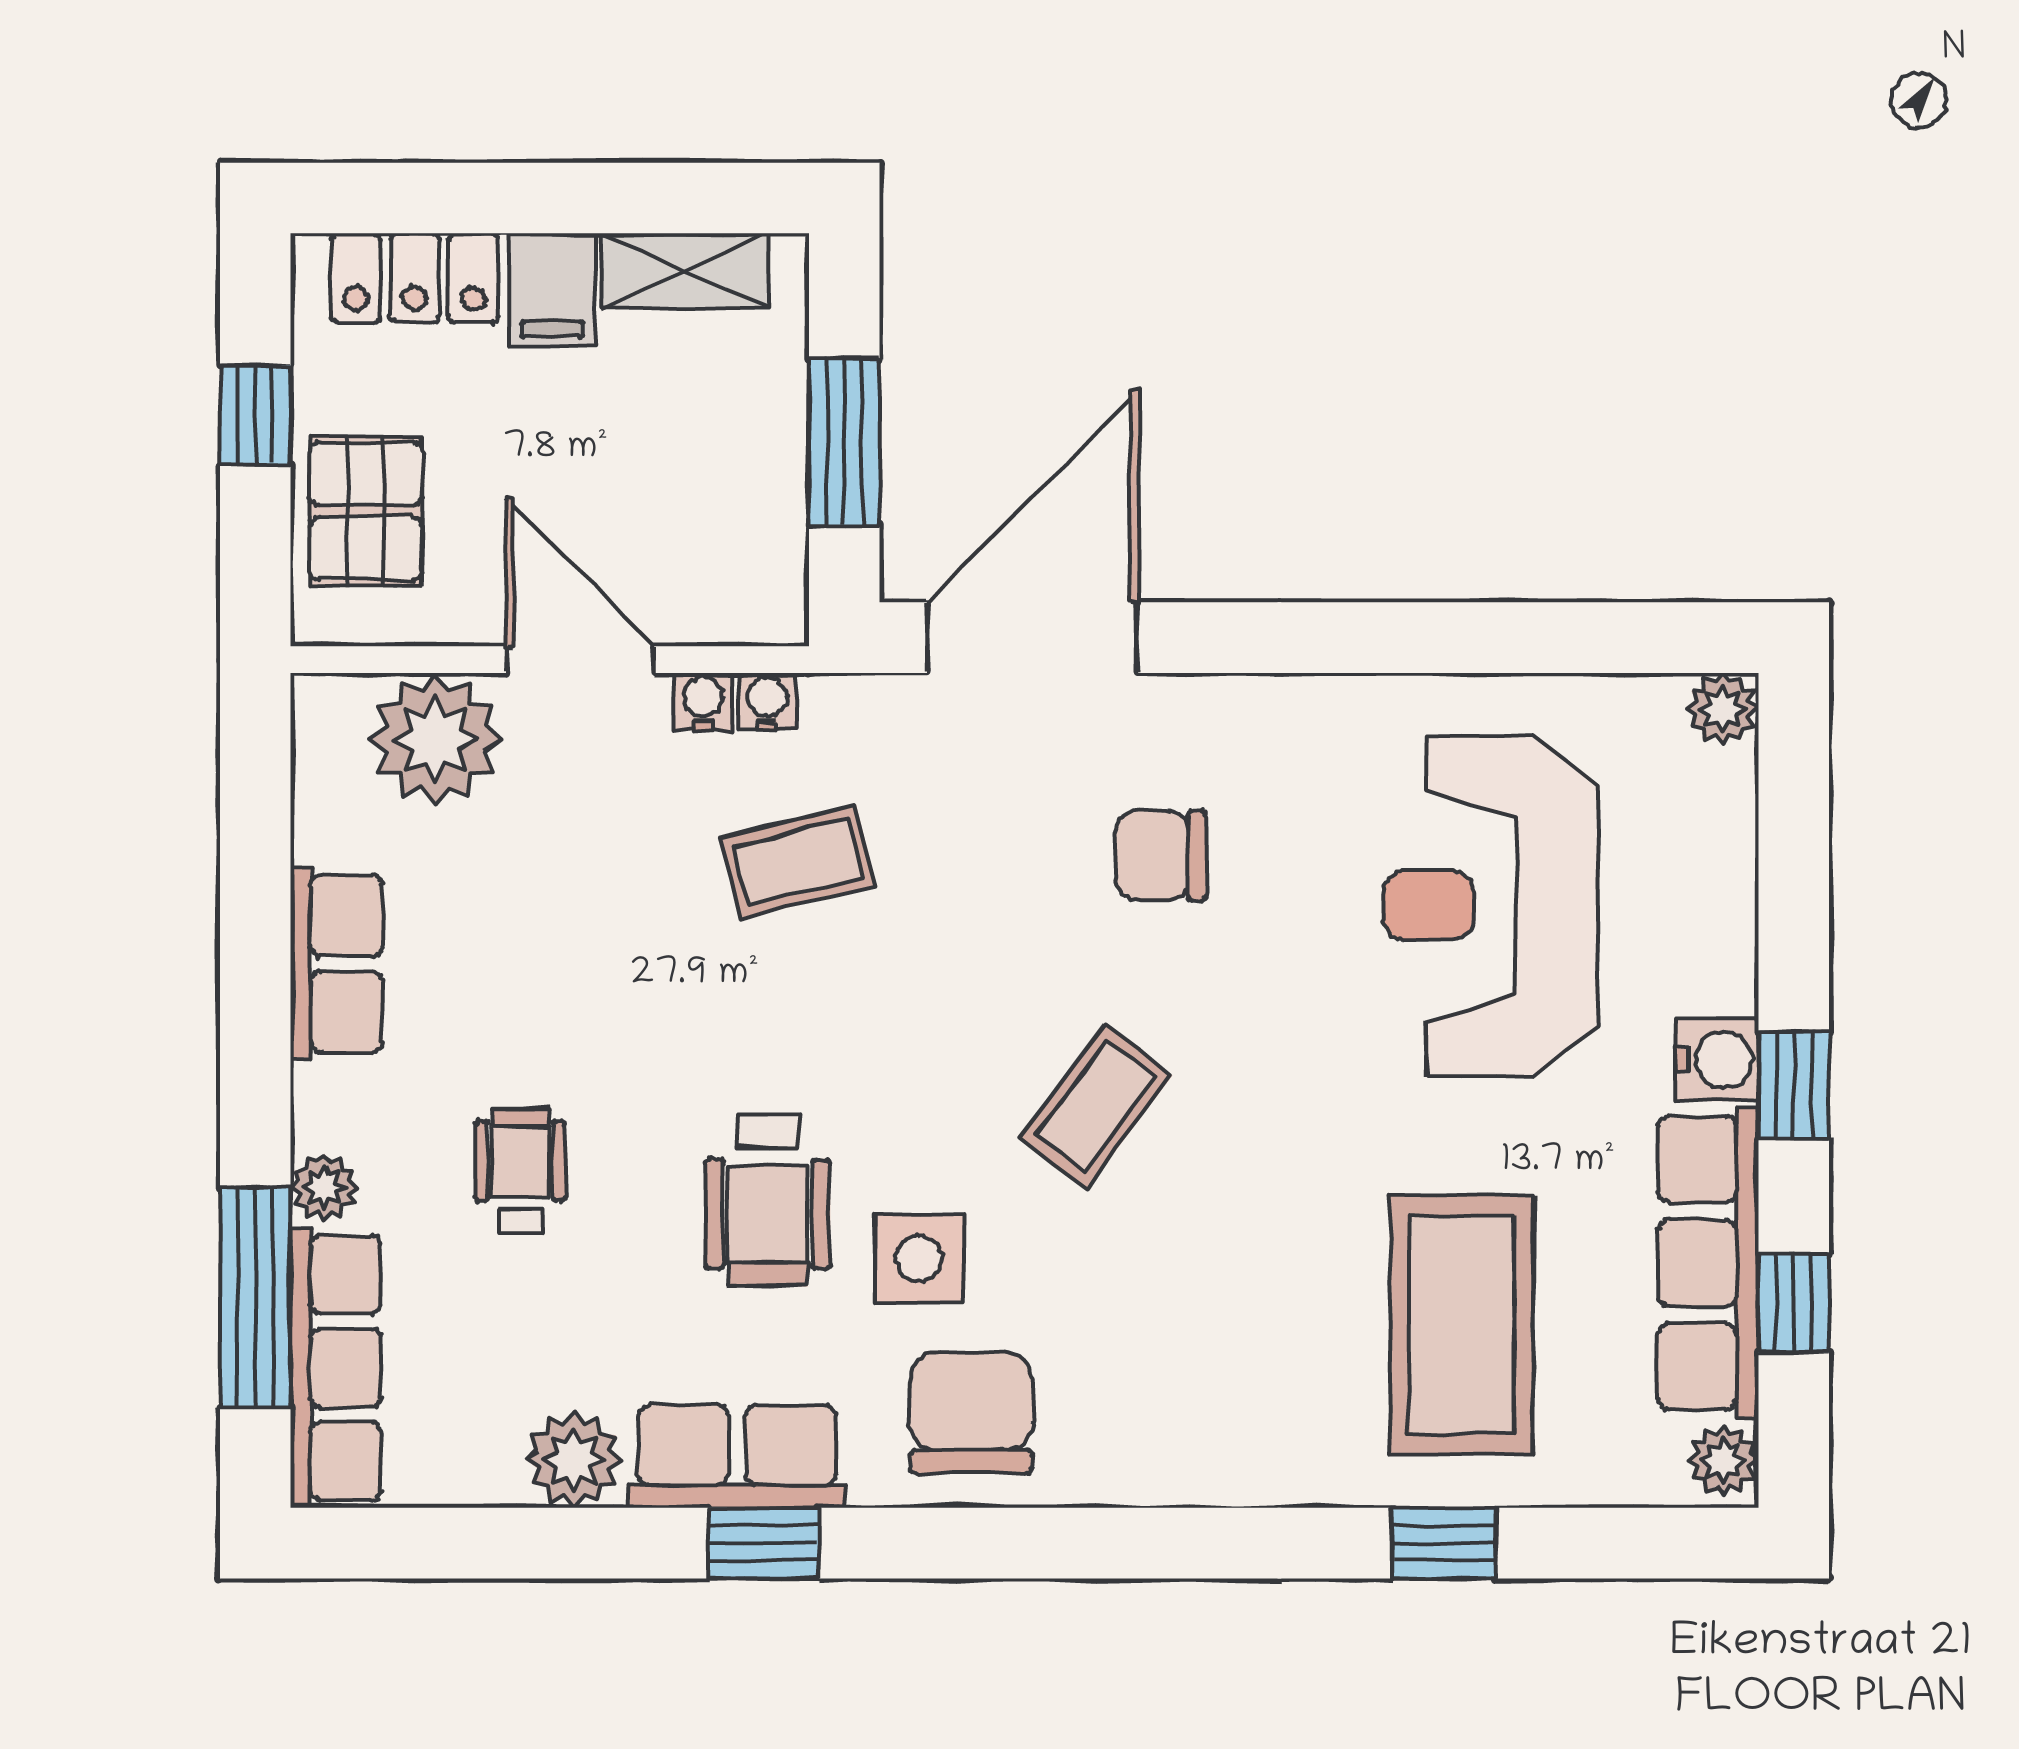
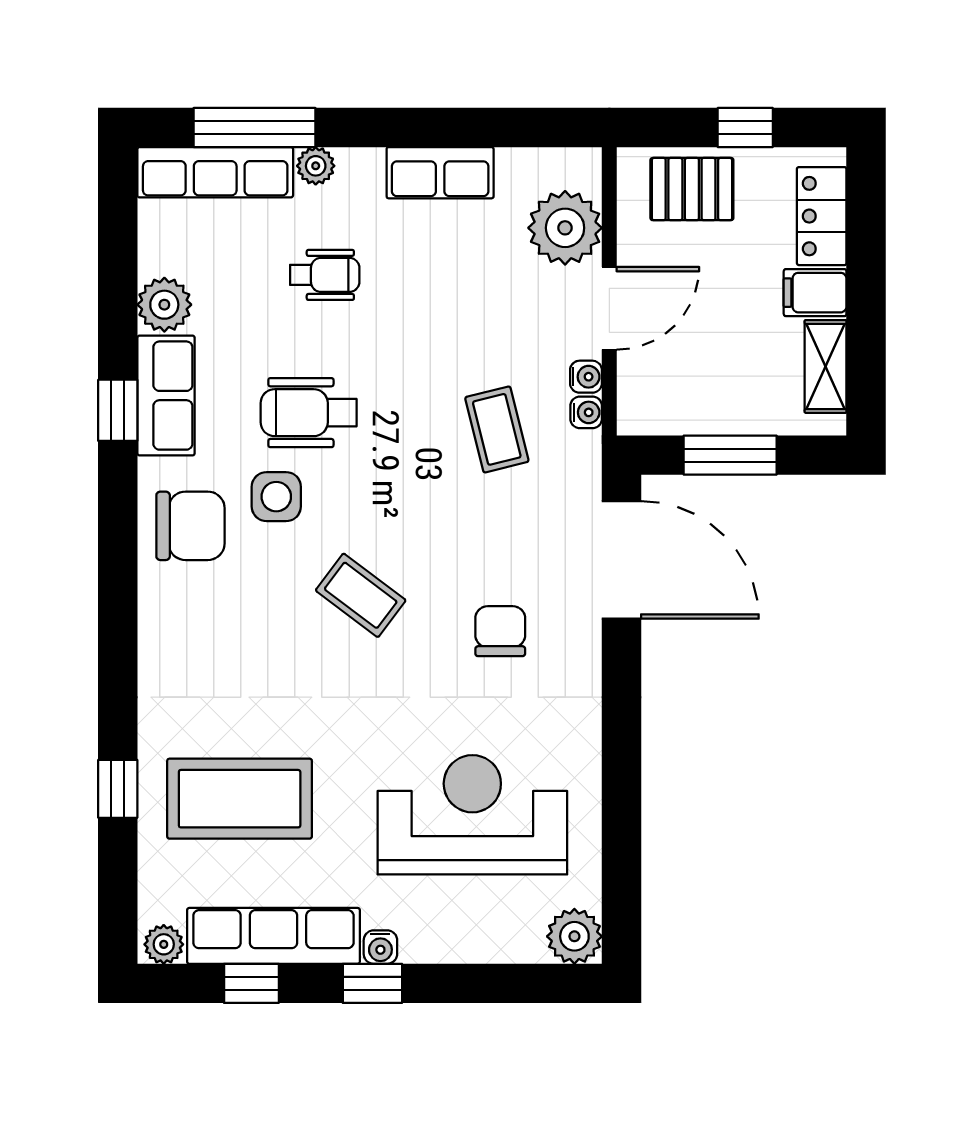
plant: (1723, 709) -> (574, 936), width x1.38, depth x1.38
water cooler: (1717, 1059) -> (380, 947), width x0.72, depth x0.72

